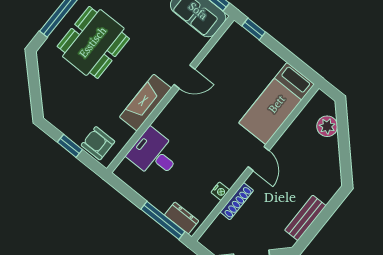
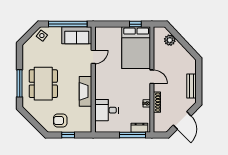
window: (254, 29) -> (135, 24), moved
door: (185, 77) -> (93, 57), moved
bed: (277, 104) -> (136, 48), width x1.50
armchair: (98, 143) -> (60, 121), moved

